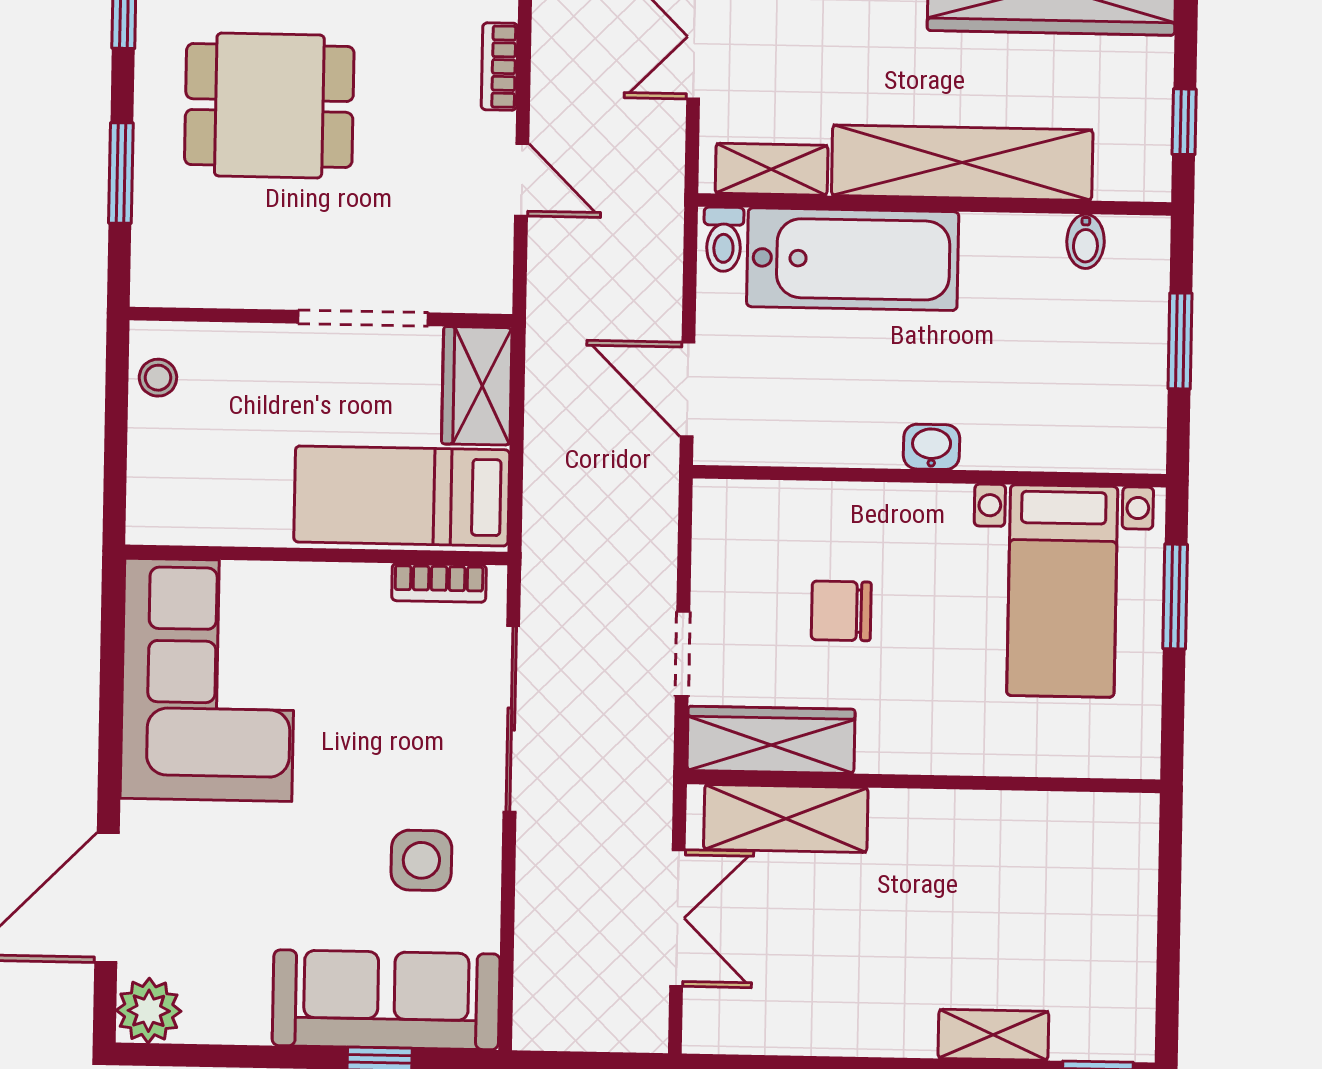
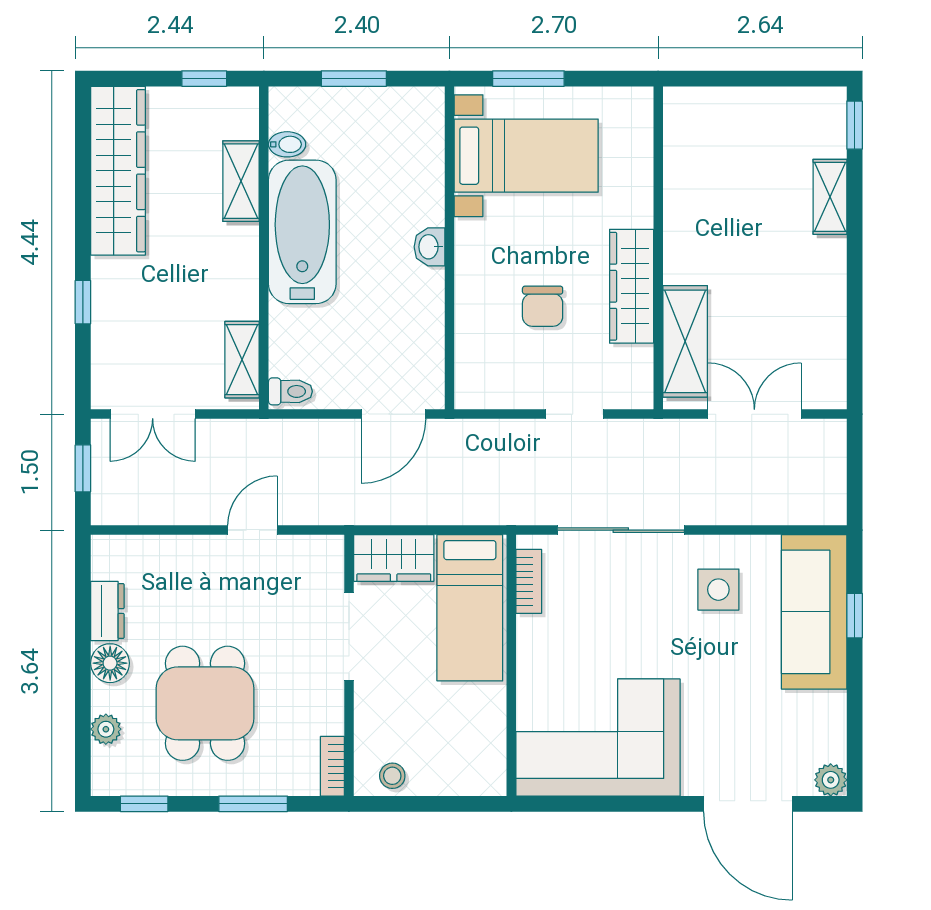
bookcase: (500, 67) -> (332, 766), moved, turned 90
shelving: (962, 163) -> (241, 181), width x0.45, depth x0.75
bathtub: (853, 259) -> (302, 232), moved
wardrobe: (771, 740) -> (632, 286), moved
plant: (149, 1011) -> (831, 780), width x0.73, depth x0.73

